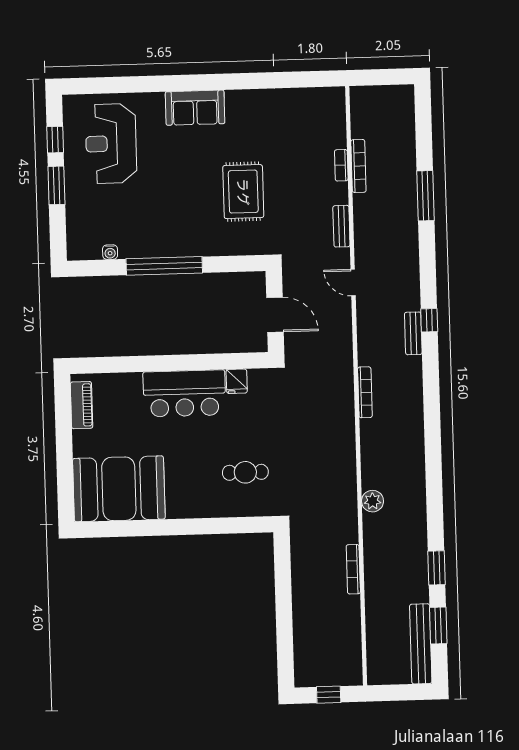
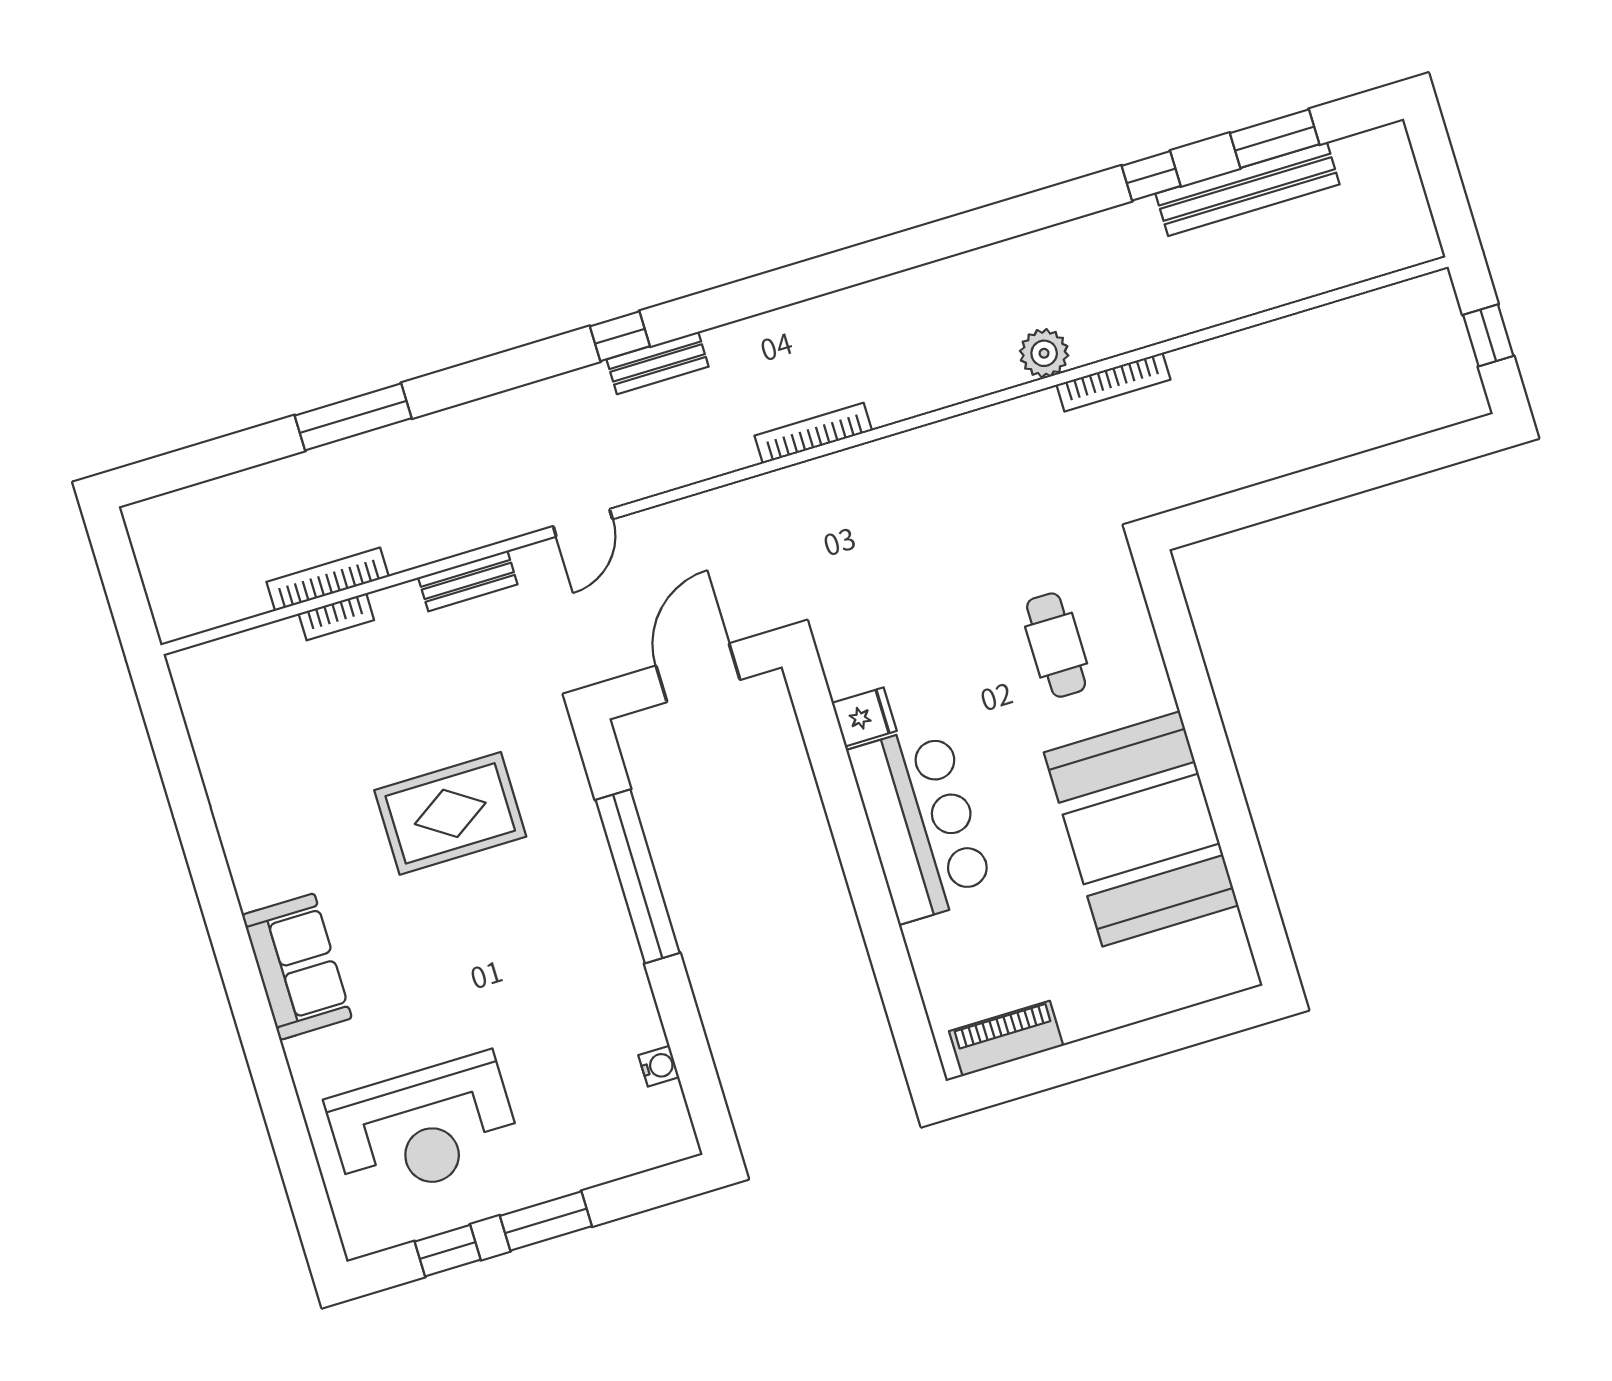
window: (164, 266) -> (638, 876), moved
booth: (119, 489) -> (1141, 829), moved
window: (437, 568) -> (1151, 176), width x0.67
bookcase: (353, 569) -> (1113, 382), moved
bench: (421, 644) -> (1248, 189), moved

